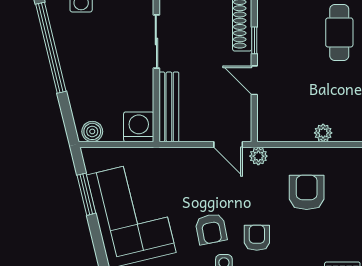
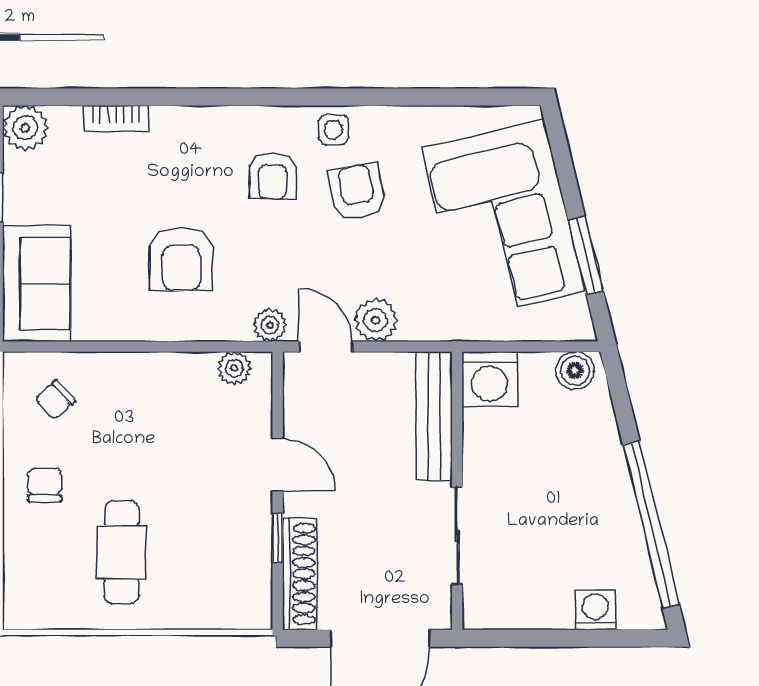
plant: (323, 133) -> (234, 368), moved
plant: (201, 159) -> (376, 320), added

